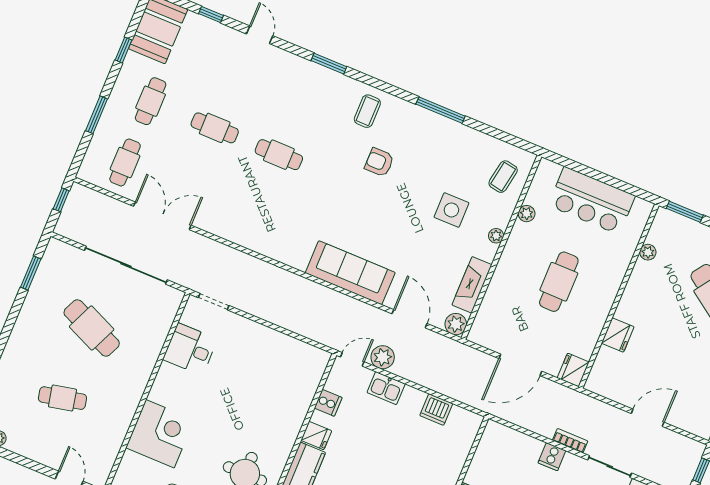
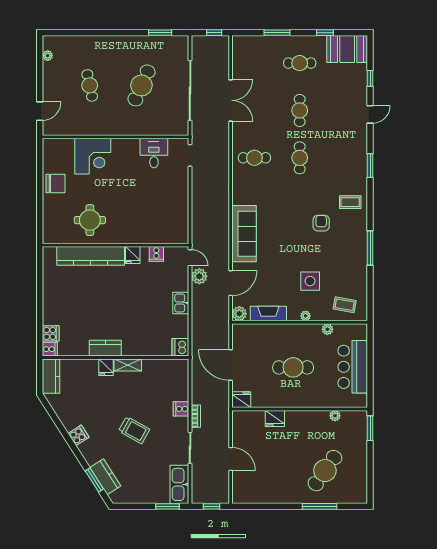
cafe table: (125, 163) -> (254, 158), moved
kitchen sink: (386, 388) -> (181, 303), moved
dishwasher: (436, 410) -> (180, 347), moved

